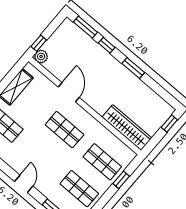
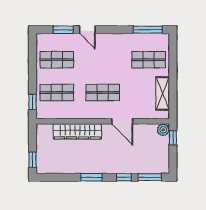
wardrobe: (127, 128) -> (77, 131), moved
window: (121, 180) -> (33, 102), moved
door: (24, 184) -> (87, 30), moved

